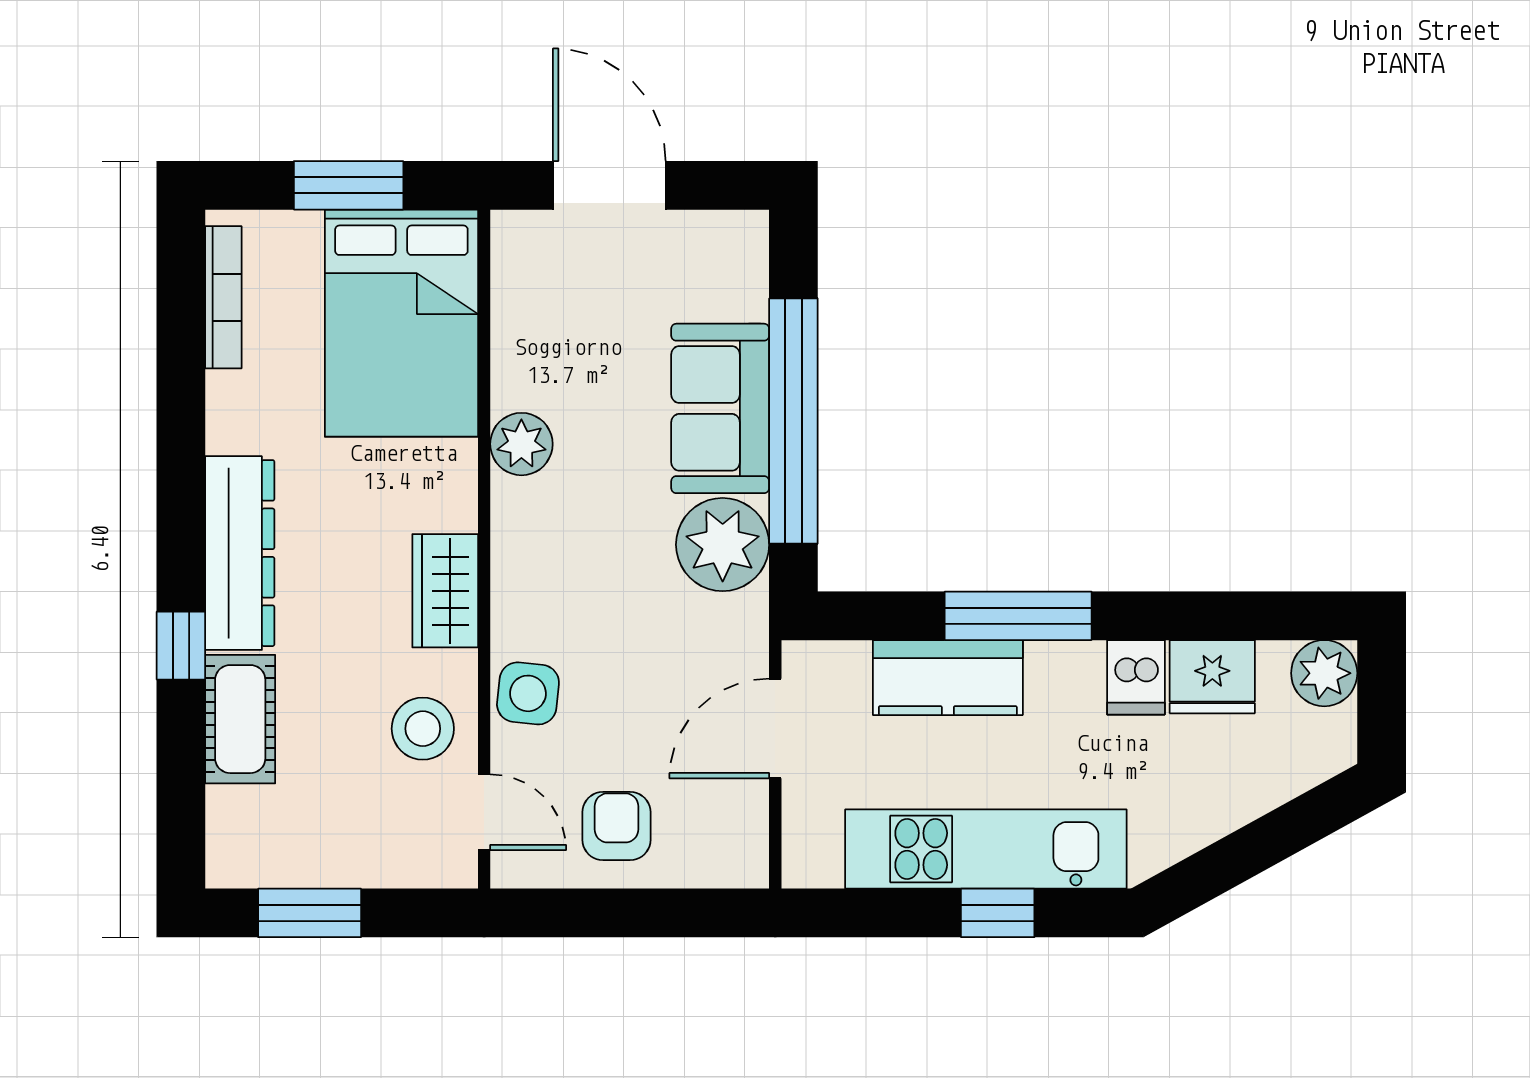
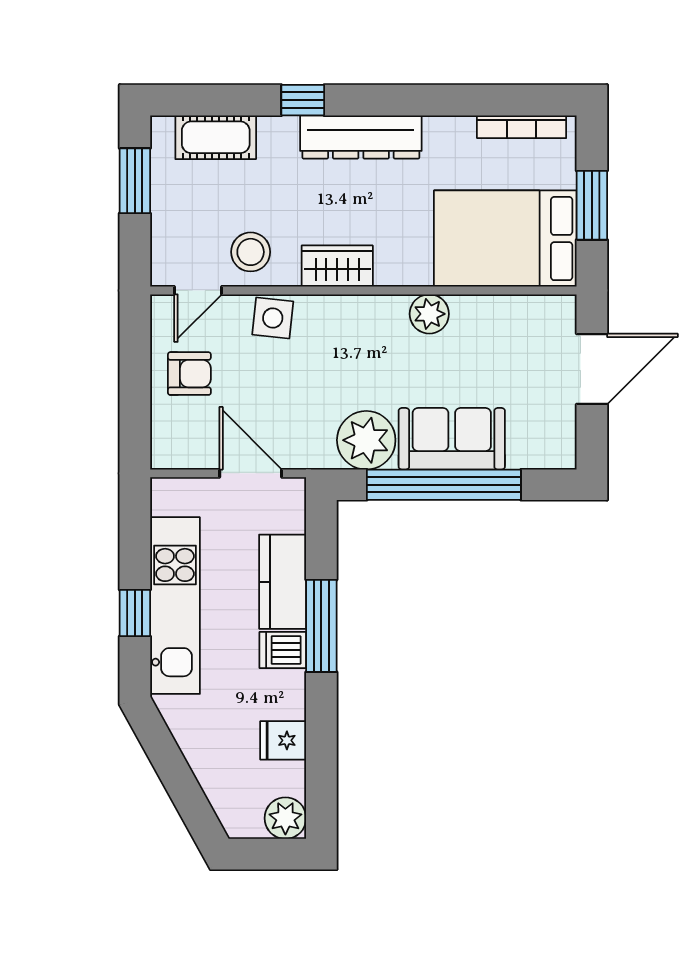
dishwasher: (1136, 677) -> (283, 650), moved
fridge: (1212, 677) -> (283, 740), width x0.72
cot: (240, 719) -> (216, 137), moved

